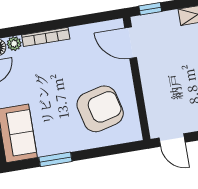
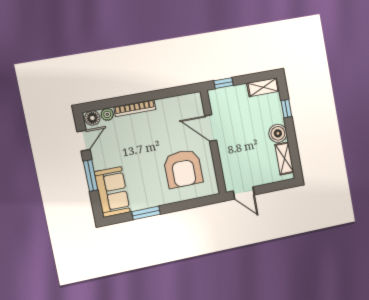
door: (131, 43) -> (211, 128), moved
armchair: (100, 109) -> (183, 169), turned 104

